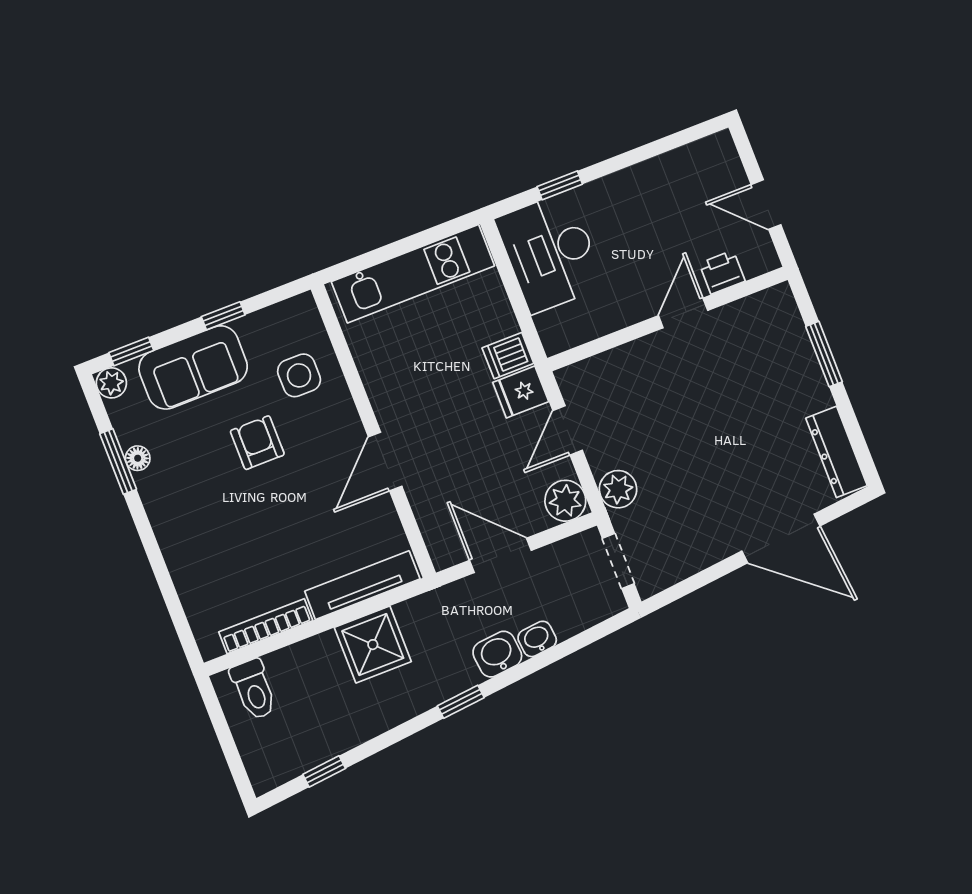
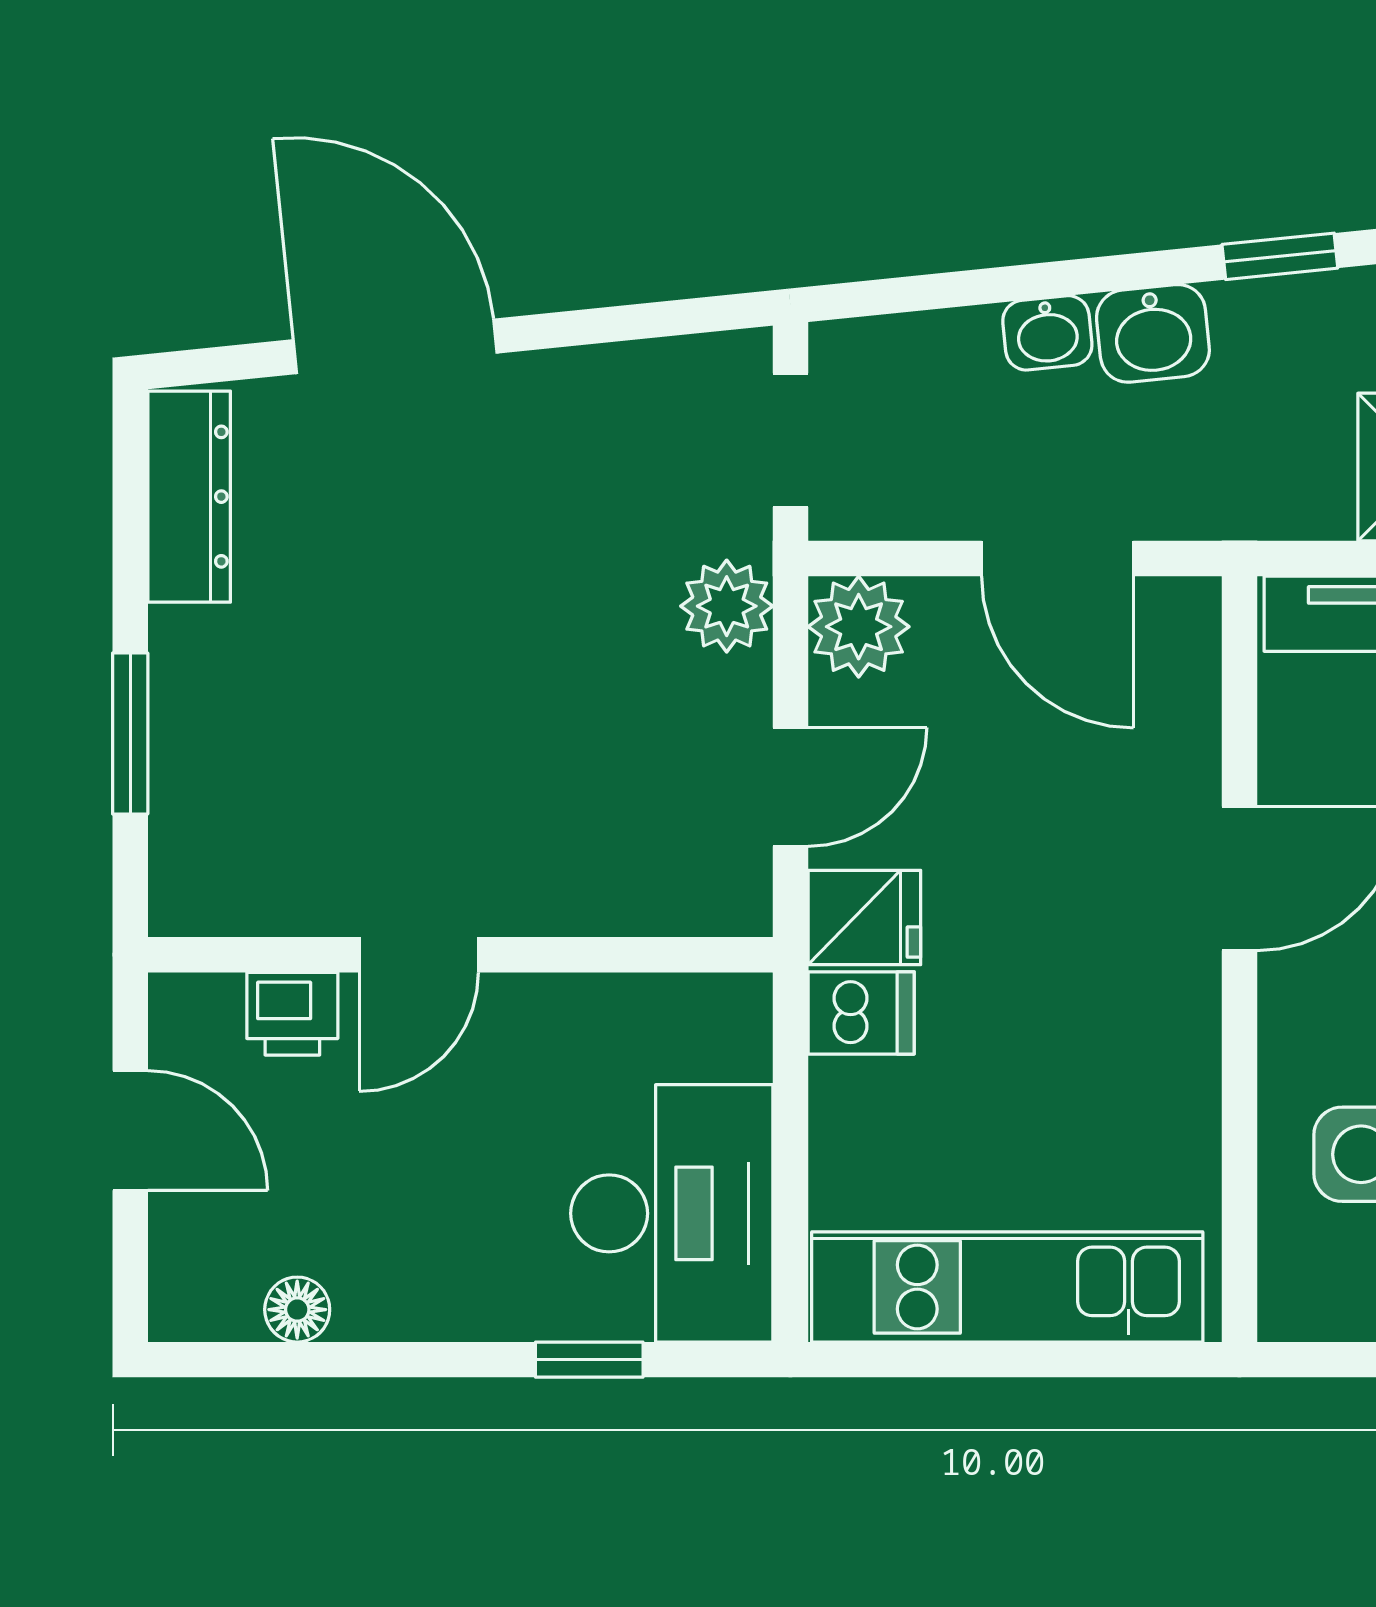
floor lamp: (677, 162) -> (297, 1310), added

